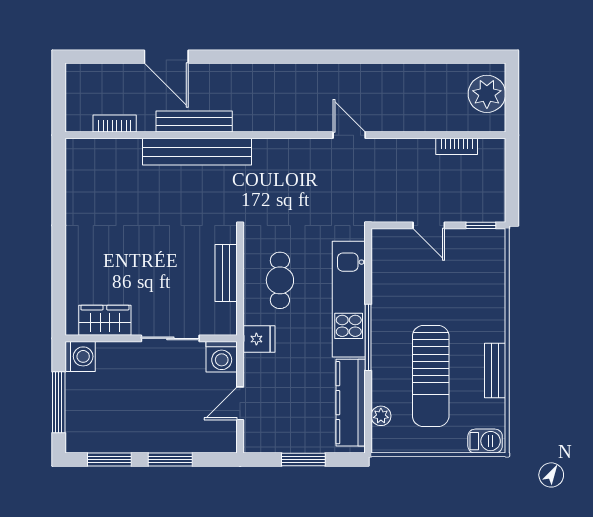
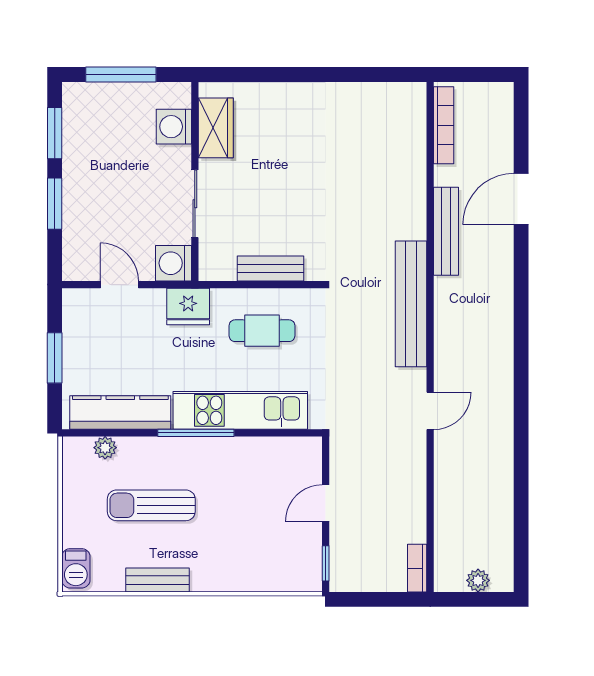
plant: (487, 94) -> (478, 580), width x0.53, depth x0.53
bookcase: (115, 124) -> (444, 125), width x1.56
bookcase: (457, 146) -> (417, 568), moved
bench: (197, 152) -> (411, 304), moved
fridge: (259, 339) -> (188, 306), width x1.38
washing machine: (80, 356) -> (174, 127), moved, turned 90
sun lounger: (431, 376) -> (151, 505), width x0.73, depth x0.75

